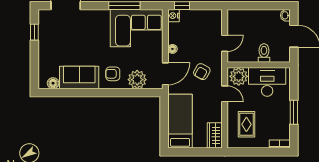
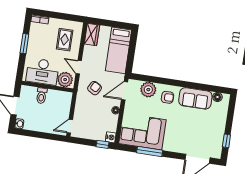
door: (225, 43) -> (70, 126), moved

